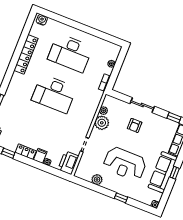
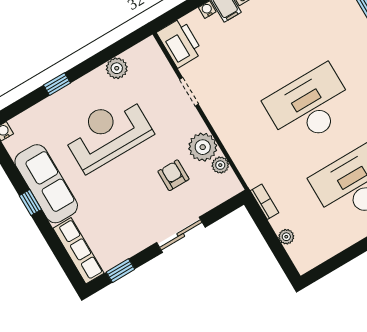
armchair: (135, 125) -> (173, 175), moved

